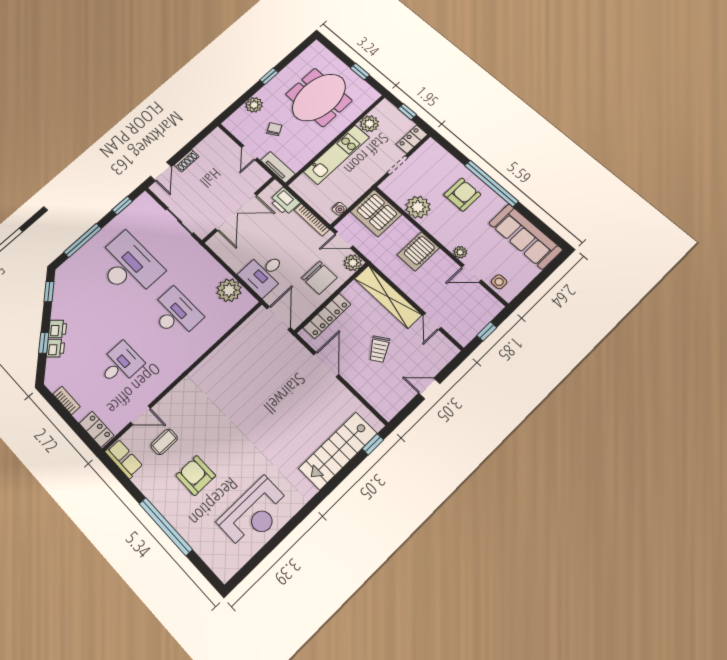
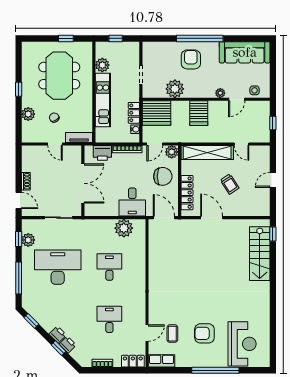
locker: (412, 139) -> (134, 113), moved
plant: (130, 215) -> (28, 240), added
desk: (175, 314) -> (109, 267), width x0.73
reception desk: (254, 513) -> (242, 344), moved

